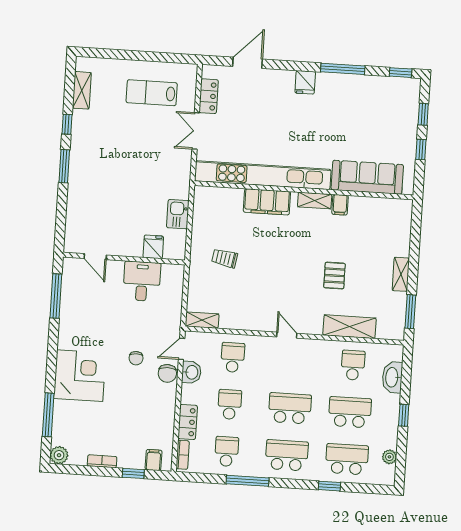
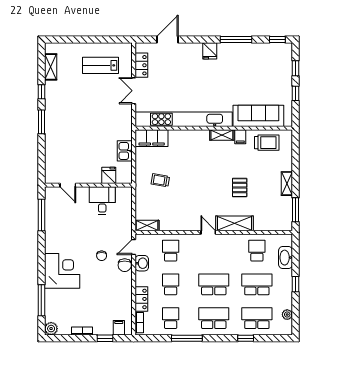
filing cabinet: (267, 202) -> (152, 138), moved
trolley: (376, 215) -> (267, 143), added
shelving: (350, 327) -> (235, 223), moved

